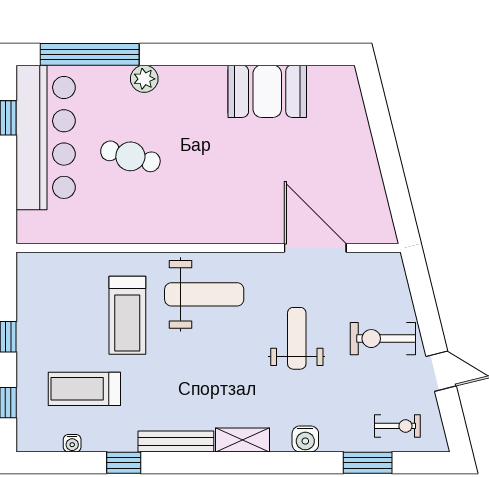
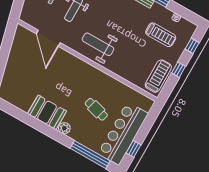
plant: (144, 79) -> (64, 128), moved
booth: (267, 91) -> (47, 112), moved
treadmill: (127, 315) -> (158, 76), moved

